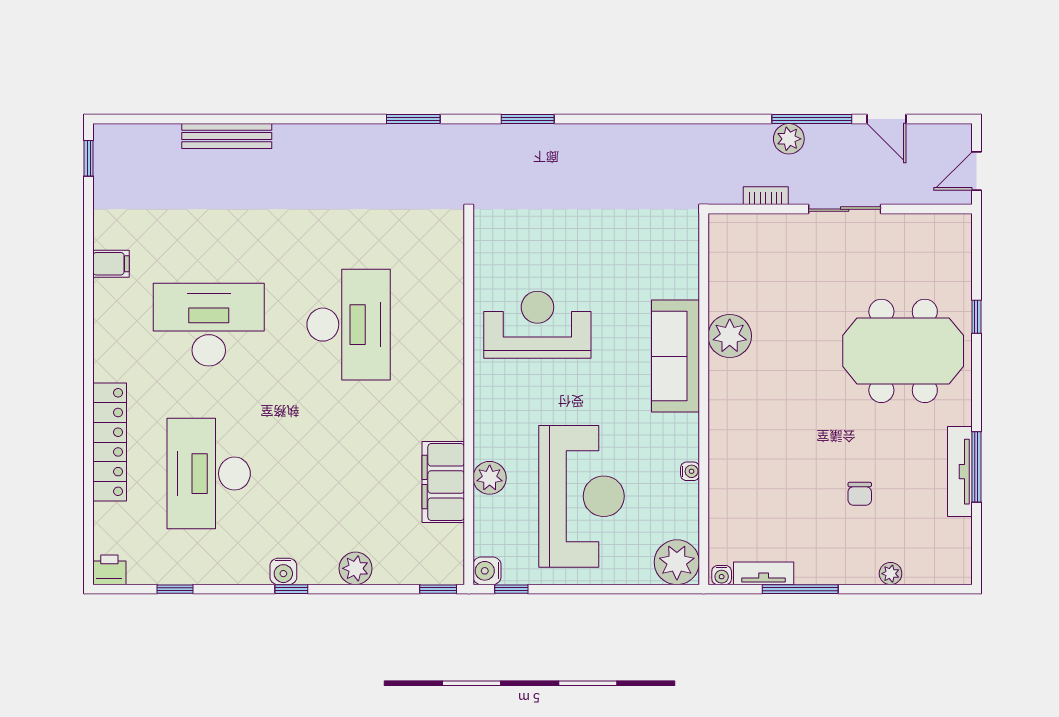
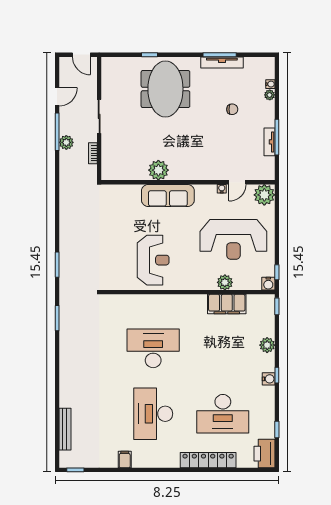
bench: (227, 136) -> (65, 429), moved
reception desk: (537, 325) -> (153, 260), turned 180
reception desk: (582, 496) -> (233, 239), turned 180
door: (704, 505) -> (237, 182), added
printer: (109, 570) -> (265, 454), width x1.87, depth x1.48
tv unit: (764, 573) -> (269, 142), moved
water cooler: (722, 575) -> (270, 84), moved

